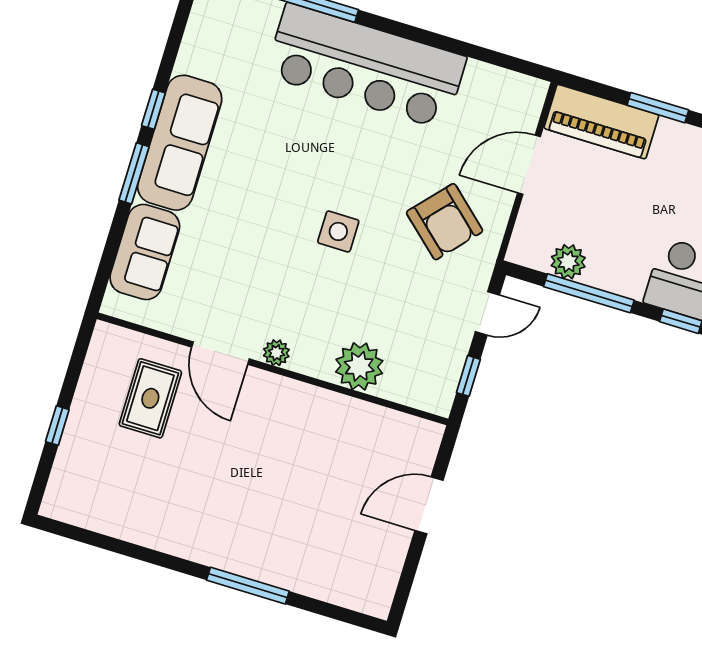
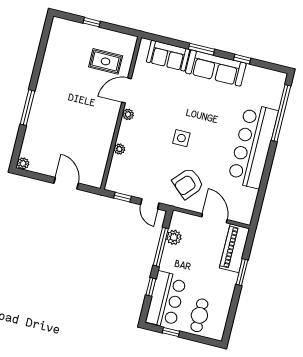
window: (153, 109) -> (242, 59), moved
plant: (359, 366) -> (119, 149), width x0.53, depth x0.53
plant: (377, 603) -> (23, 163), added

